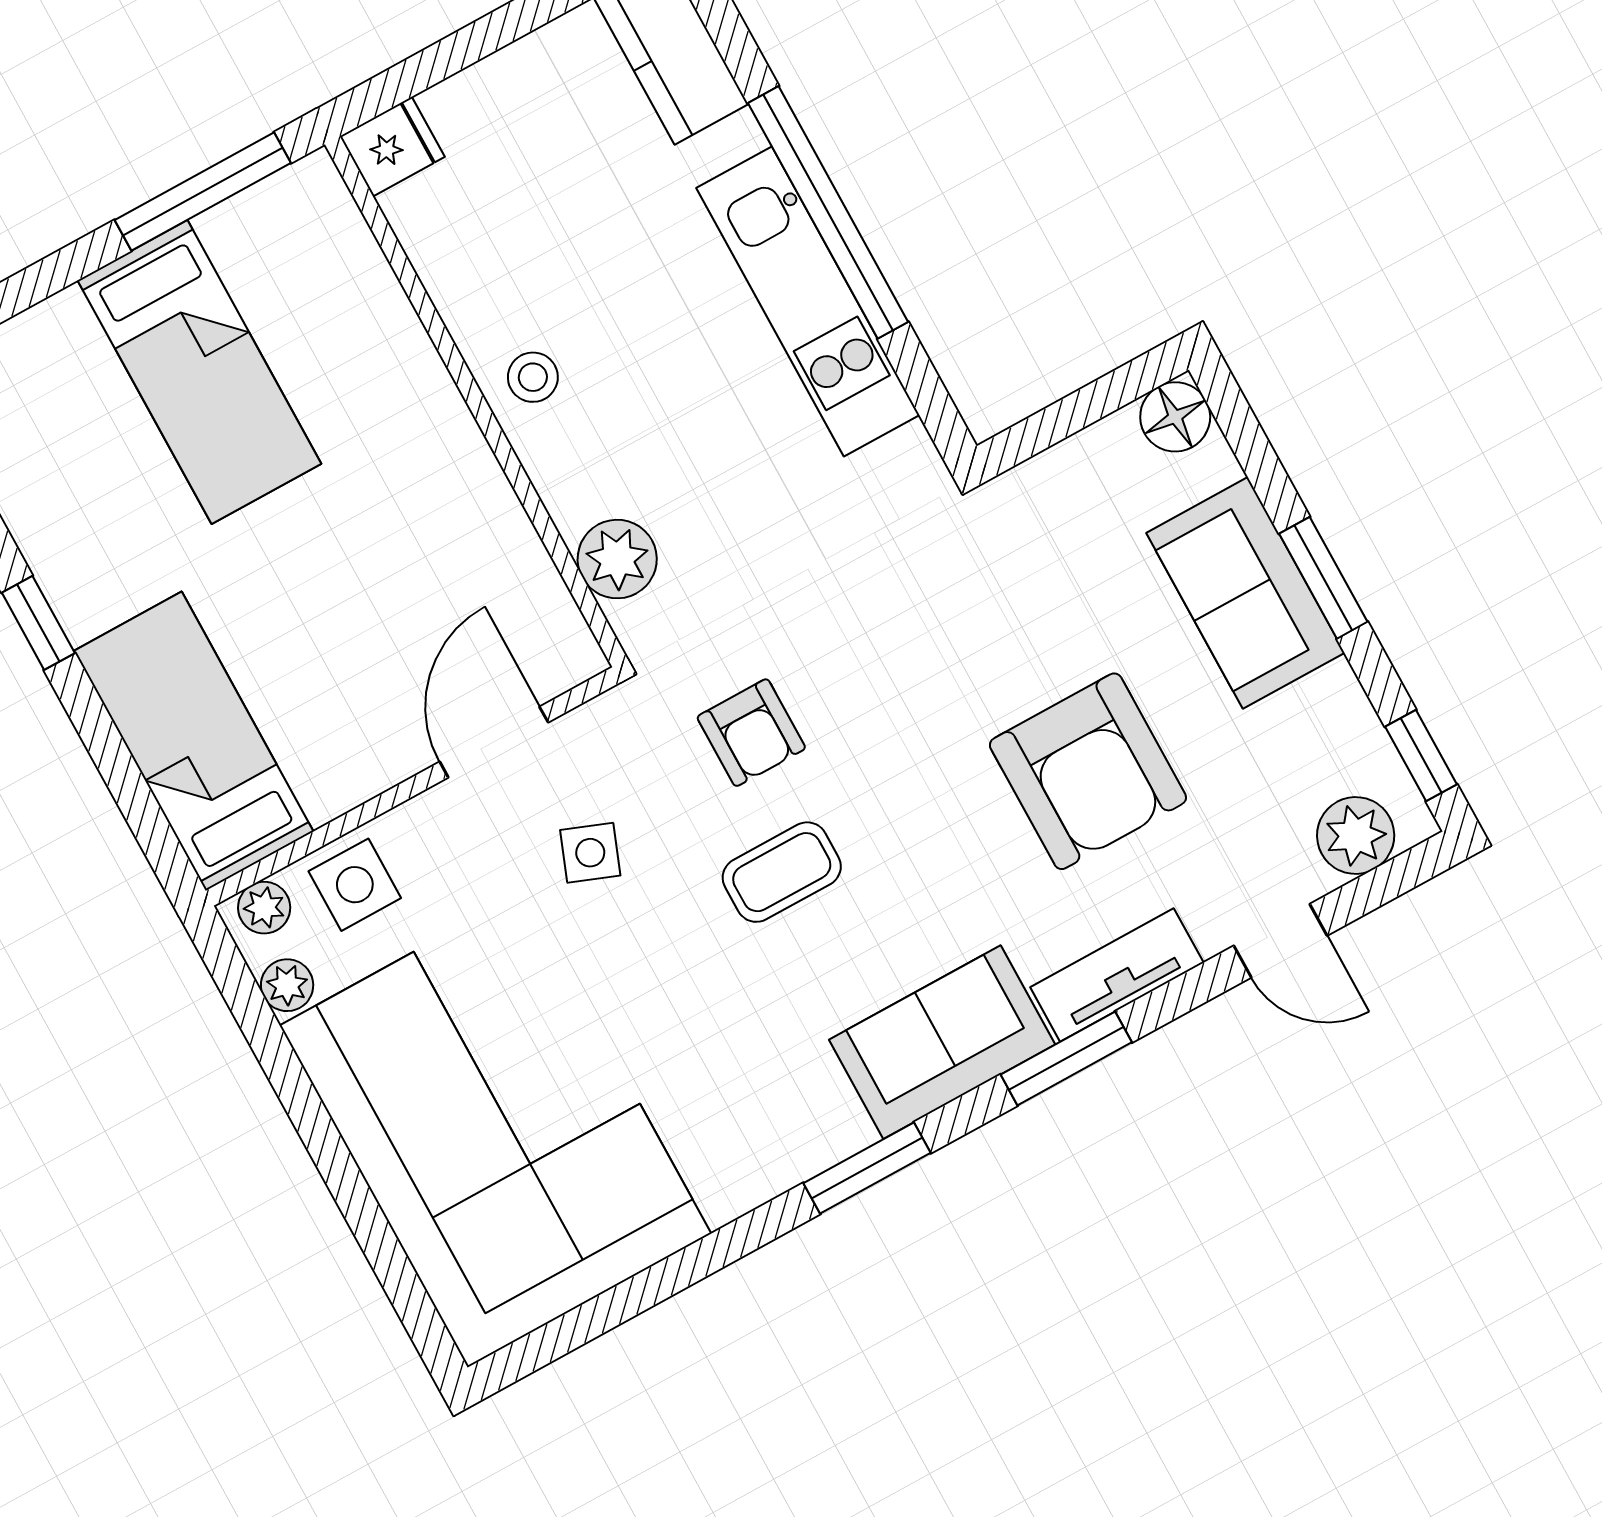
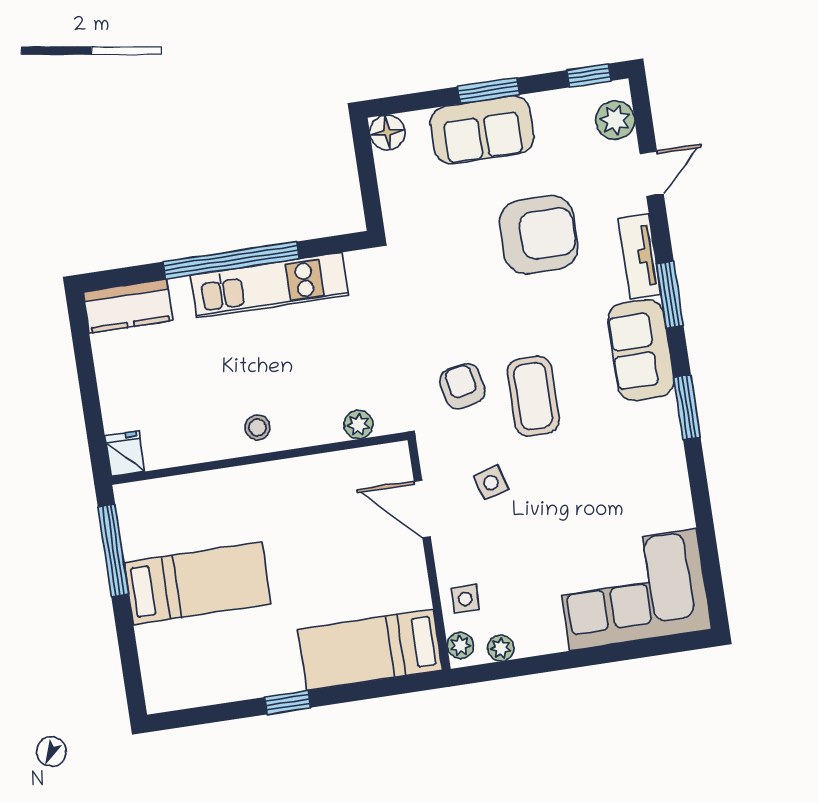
plant: (617, 559) -> (358, 425), width x0.73, depth x0.73
armchair: (751, 733) -> (462, 386), turned -101
side table: (590, 853) -> (491, 483), turned -37
coffee table: (782, 872) -> (533, 396), width x1.36, depth x1.30
side table: (355, 885) -> (465, 599), width x0.73, depth x0.73
corner sofa: (495, 1130) -> (633, 589), width x0.73, depth x0.74

